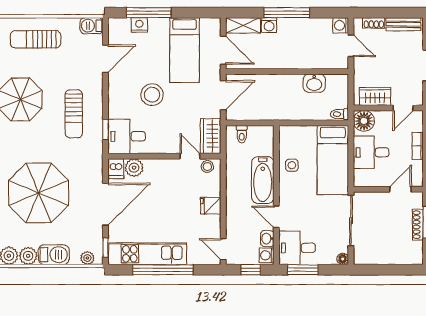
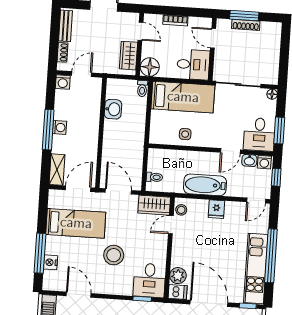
washing machine: (269, 25) -> (60, 127), moved
desk: (371, 152) -> (193, 65), moved, turned -90
bathtub: (263, 180) -> (205, 185), moved, turned 180

